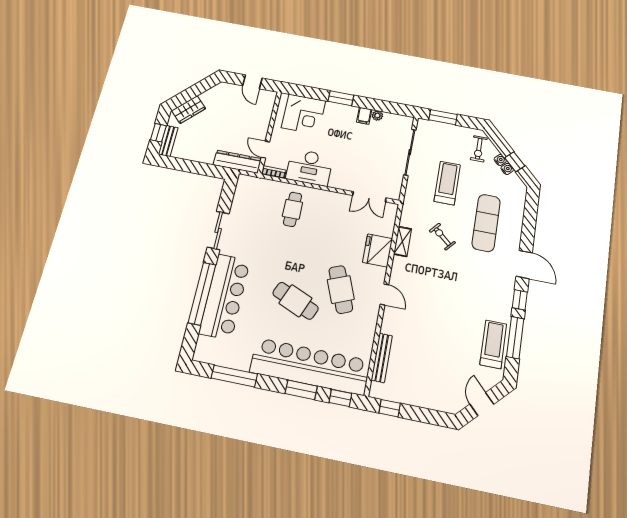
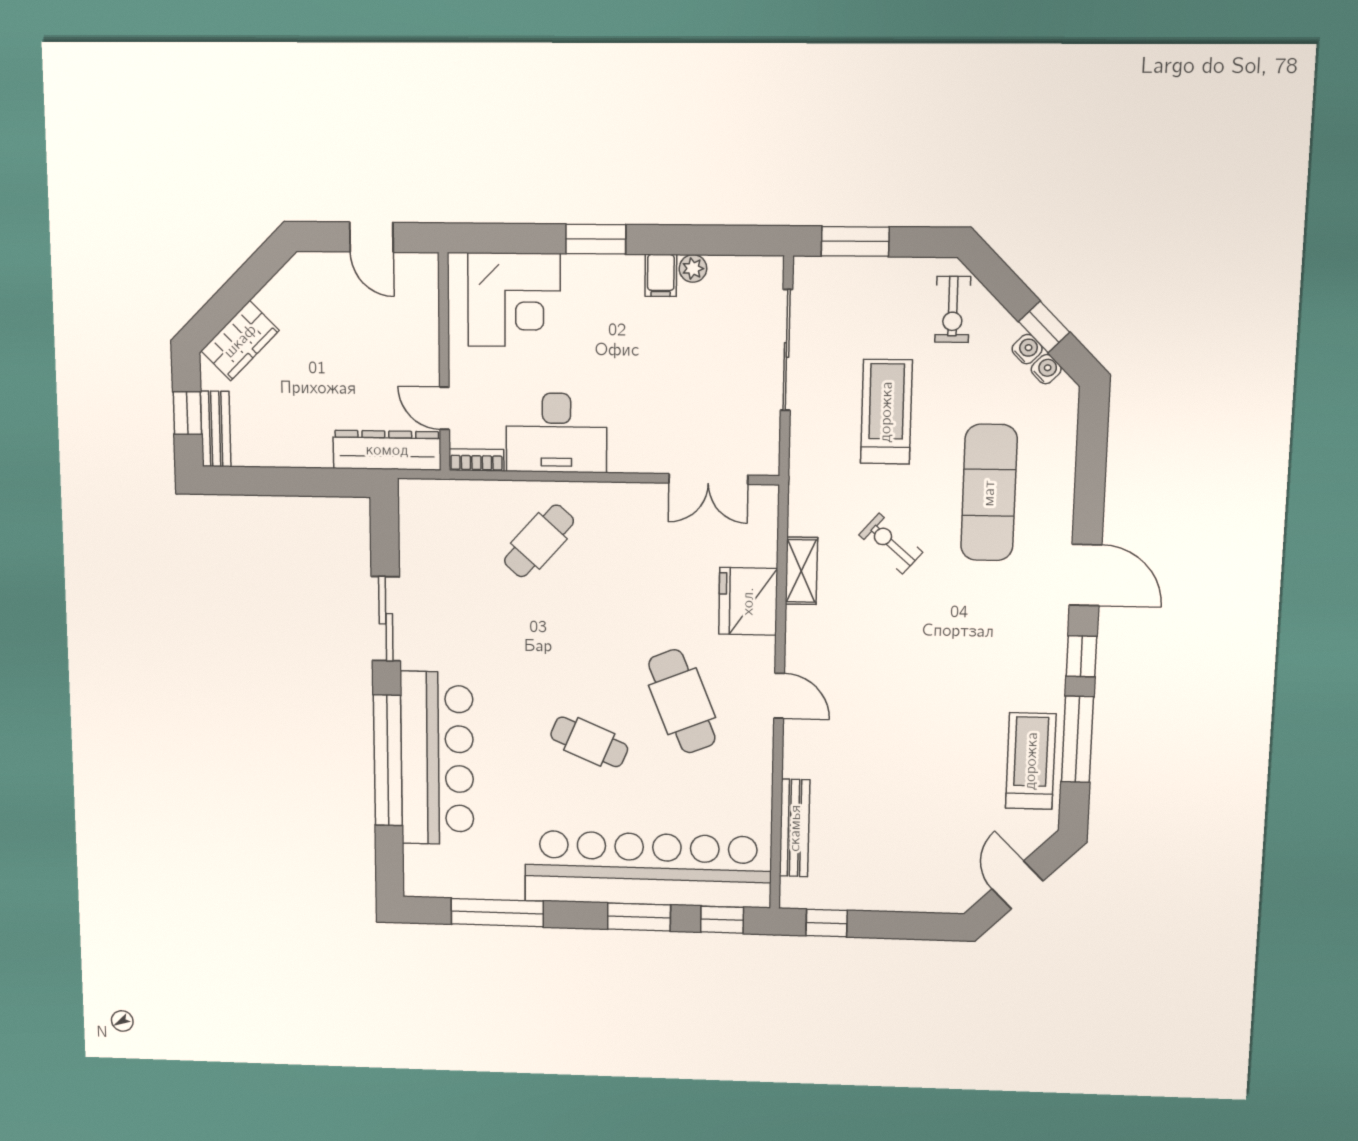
water cooler: (500, 160) -> (1046, 369), moved
cafe table: (292, 209) -> (539, 541), turned 42
cafe table: (295, 301) -> (589, 742), width x0.73, depth x0.74

